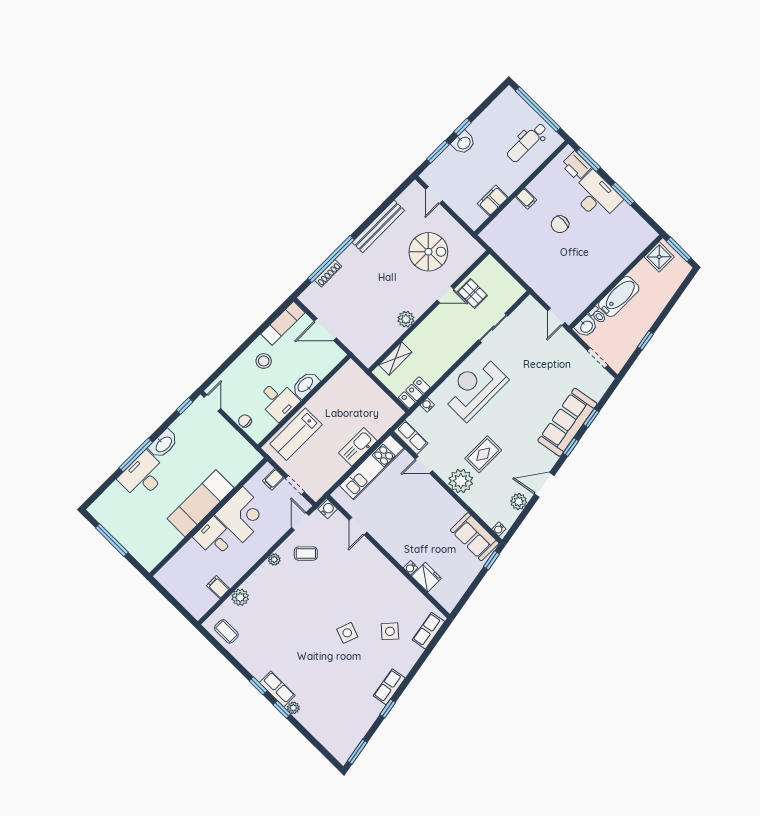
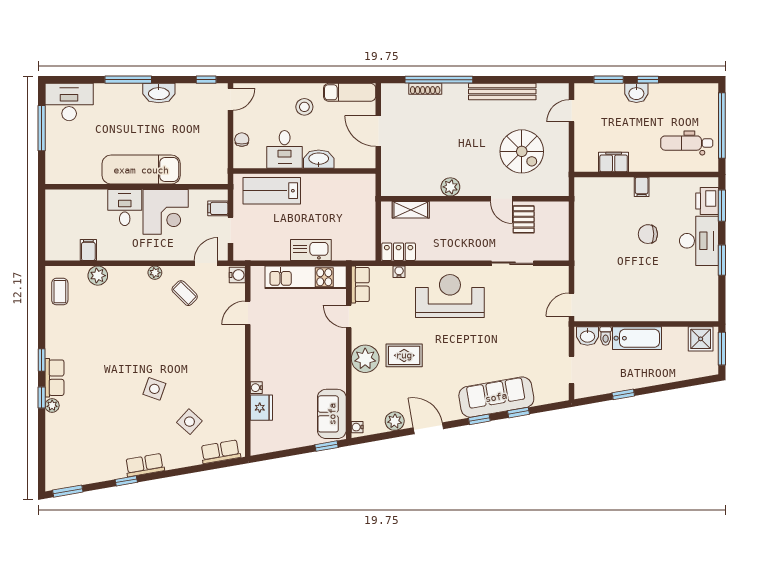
desk: (143, 476) -> (69, 102), moved

